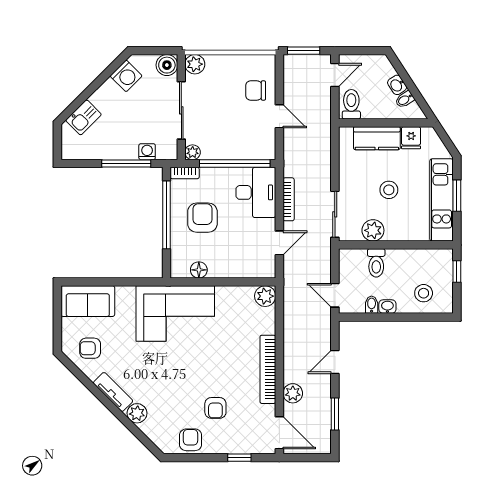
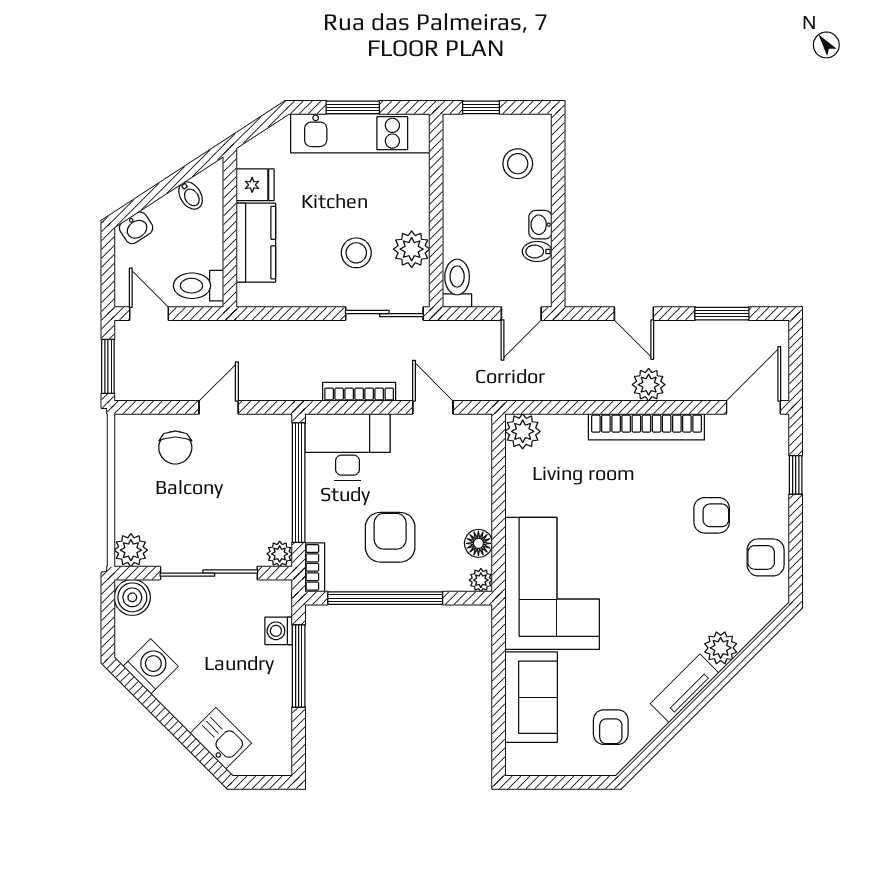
washbasin: (397, 85) -> (136, 228), moved
stool: (389, 190) -> (356, 253), moved
armchair: (202, 218) -> (390, 537), turned 90
toilet: (376, 263) -> (457, 283), moved, turned -90
plant: (177, 271) -> (481, 580), added
sofa: (88, 301) -> (531, 697), moved
plant: (293, 393) -> (649, 385), moved

